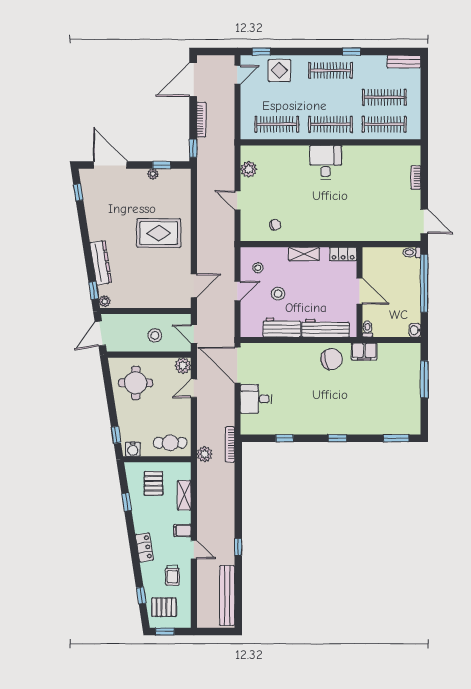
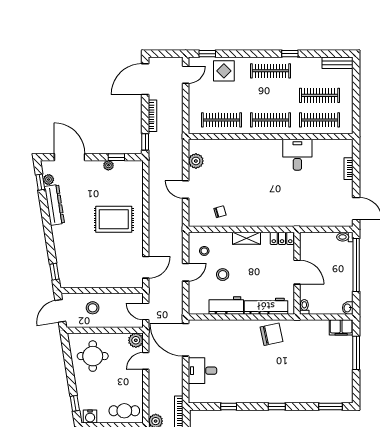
desk: (326, 162) -> (297, 155), moved
dresser: (101, 263) -> (54, 205), moved
plant: (105, 301) -> (49, 180), moved
stool: (155, 335) -> (93, 308), moved
filing cabinet: (364, 352) -> (341, 327), moved

